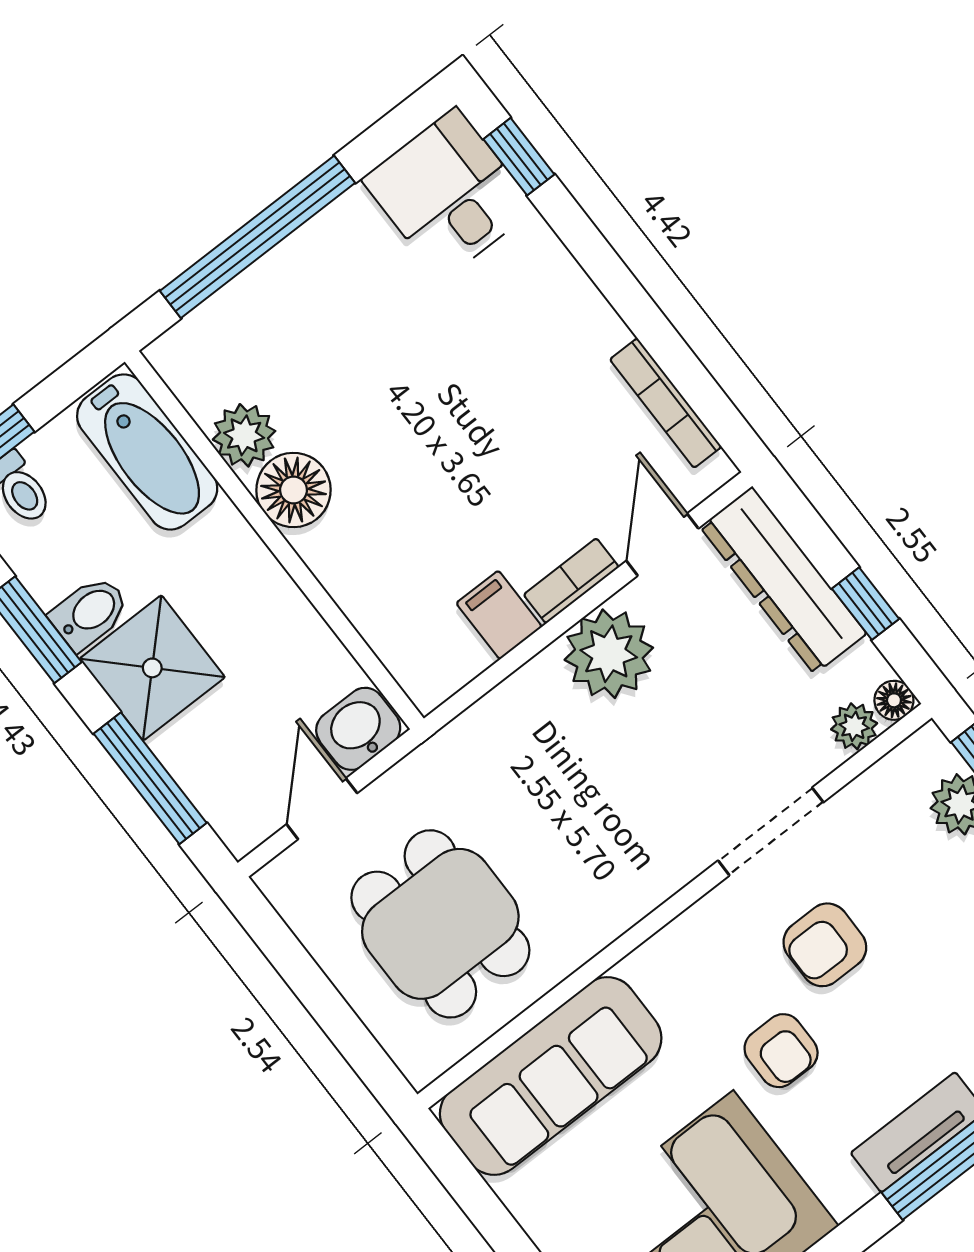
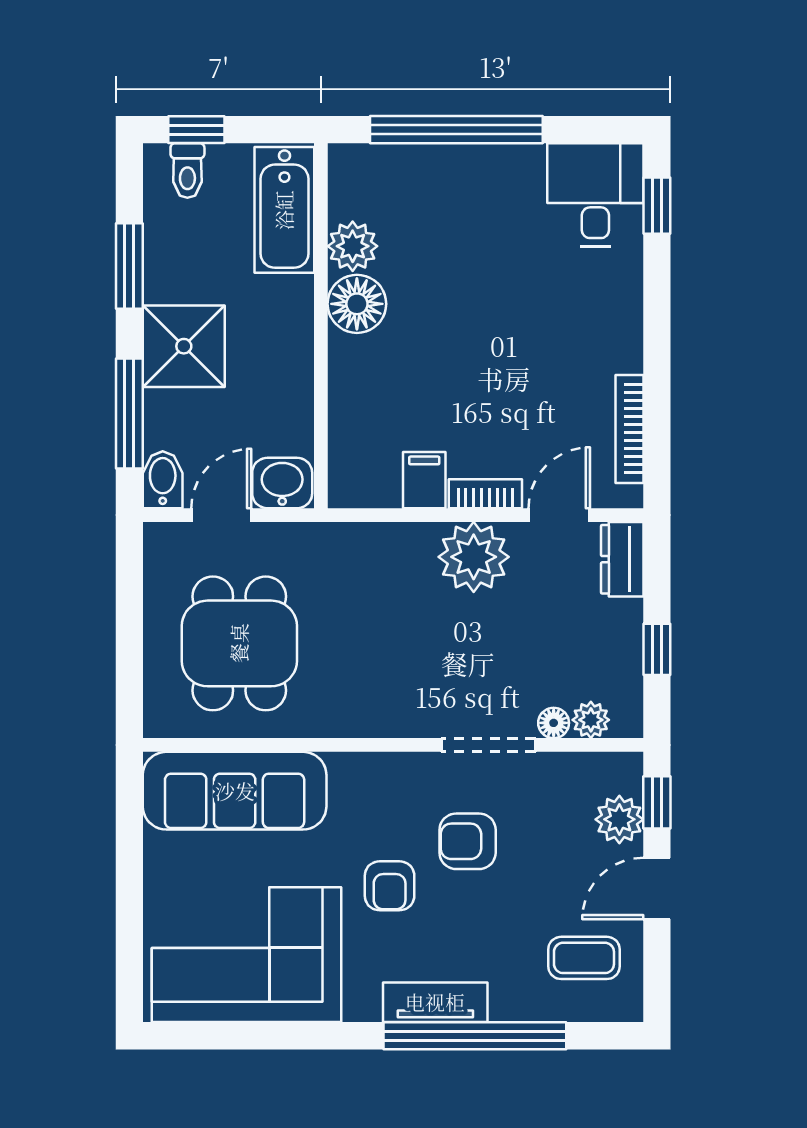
dresser: (783, 580) -> (622, 559), width x0.51, depth x0.80
bidet: (90, 613) -> (163, 480), moved, turned -90
floor lamp: (894, 700) -> (554, 723), moved

